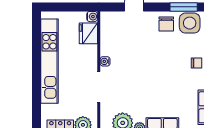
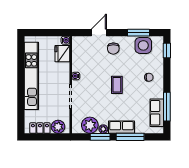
chair: (166, 24) -> (113, 49), moved
coffee table: (157, 72) -> (117, 85), added

